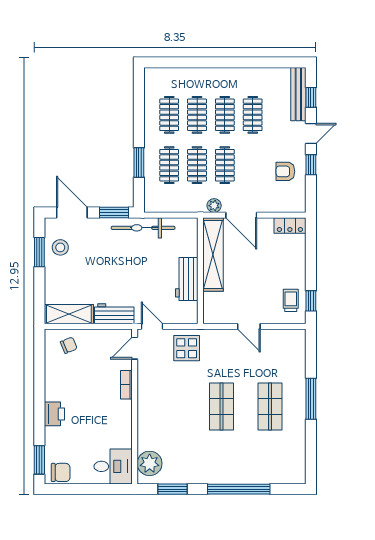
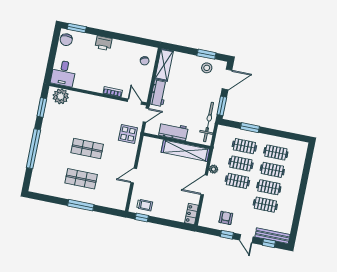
shelving: (213, 254) -> (185, 151), moved
wall: (200, 271) -> (177, 141), moved
workbench: (187, 279) -> (173, 131), moved

